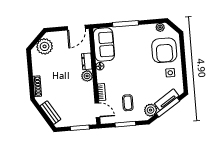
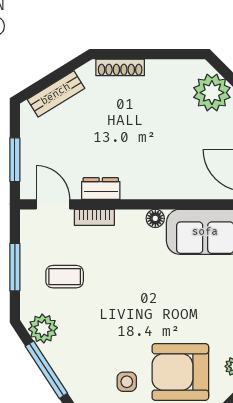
dresser: (87, 61) -> (101, 189), moved
plant: (87, 76) -> (135, 186), removed
tv unit: (167, 100) -> (64, 368), removed
door: (97, 110) -> (53, 204), swing flipped

